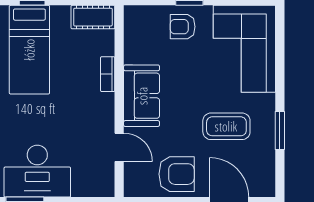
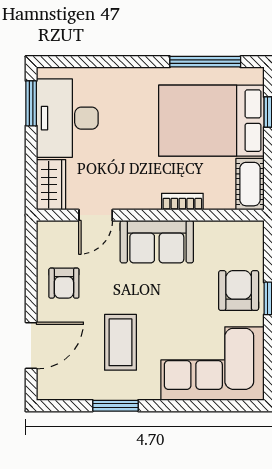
armchair: (183, 27) -> (239, 290), width x1.38, depth x1.38
bed: (29, 50) -> (211, 121), width x1.50
armchair: (177, 174) -> (64, 283), width x0.72, depth x0.72
wardrobe: (93, 185) -> (51, 185), added

